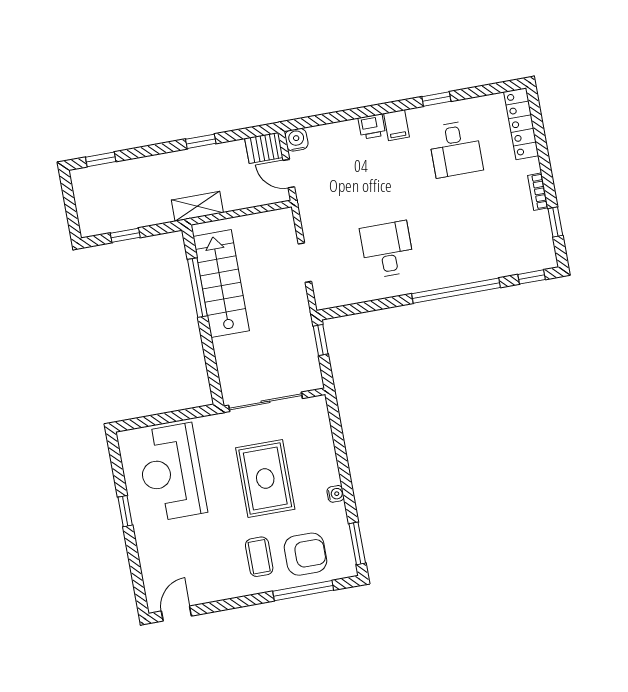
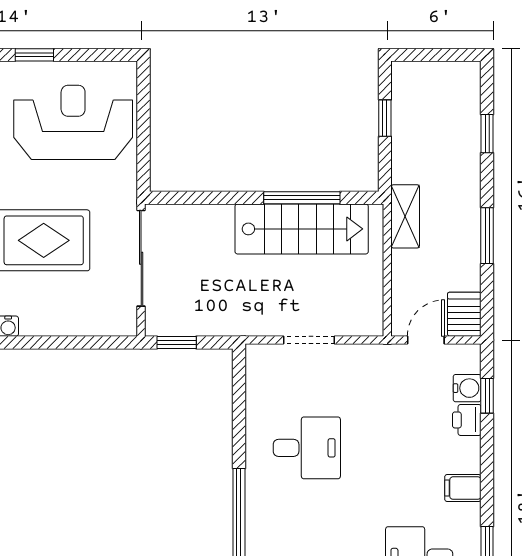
window: (323, 119) -> (487, 396), added
printer: (372, 126) -> (467, 420), moved
water cooler: (296, 140) -> (467, 388), moved
window: (201, 141) -> (487, 236), width x1.50
window: (101, 159) -> (487, 134), moved
window: (321, 340) -> (177, 342), moved

